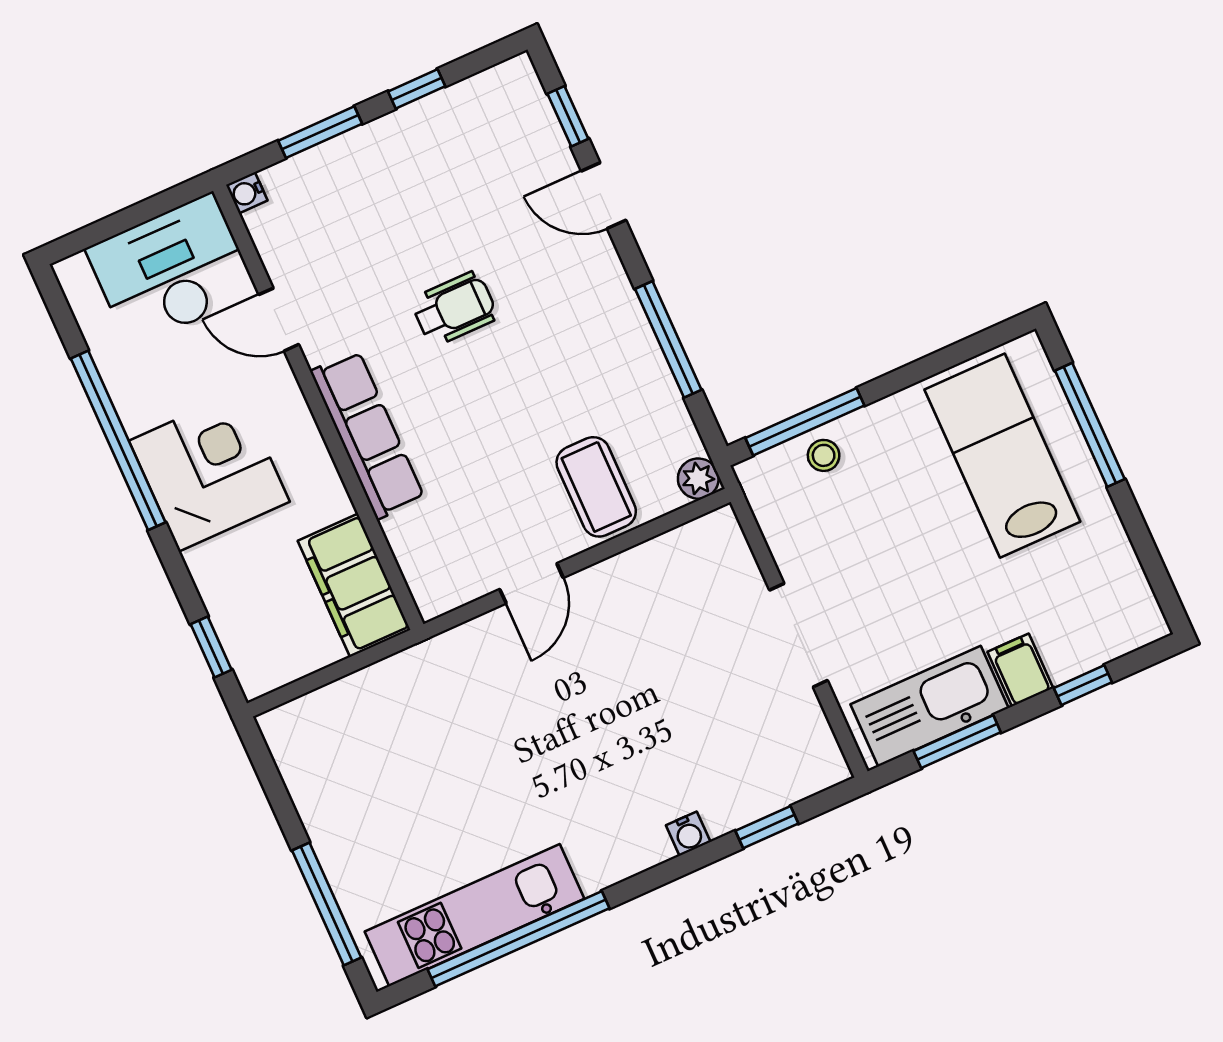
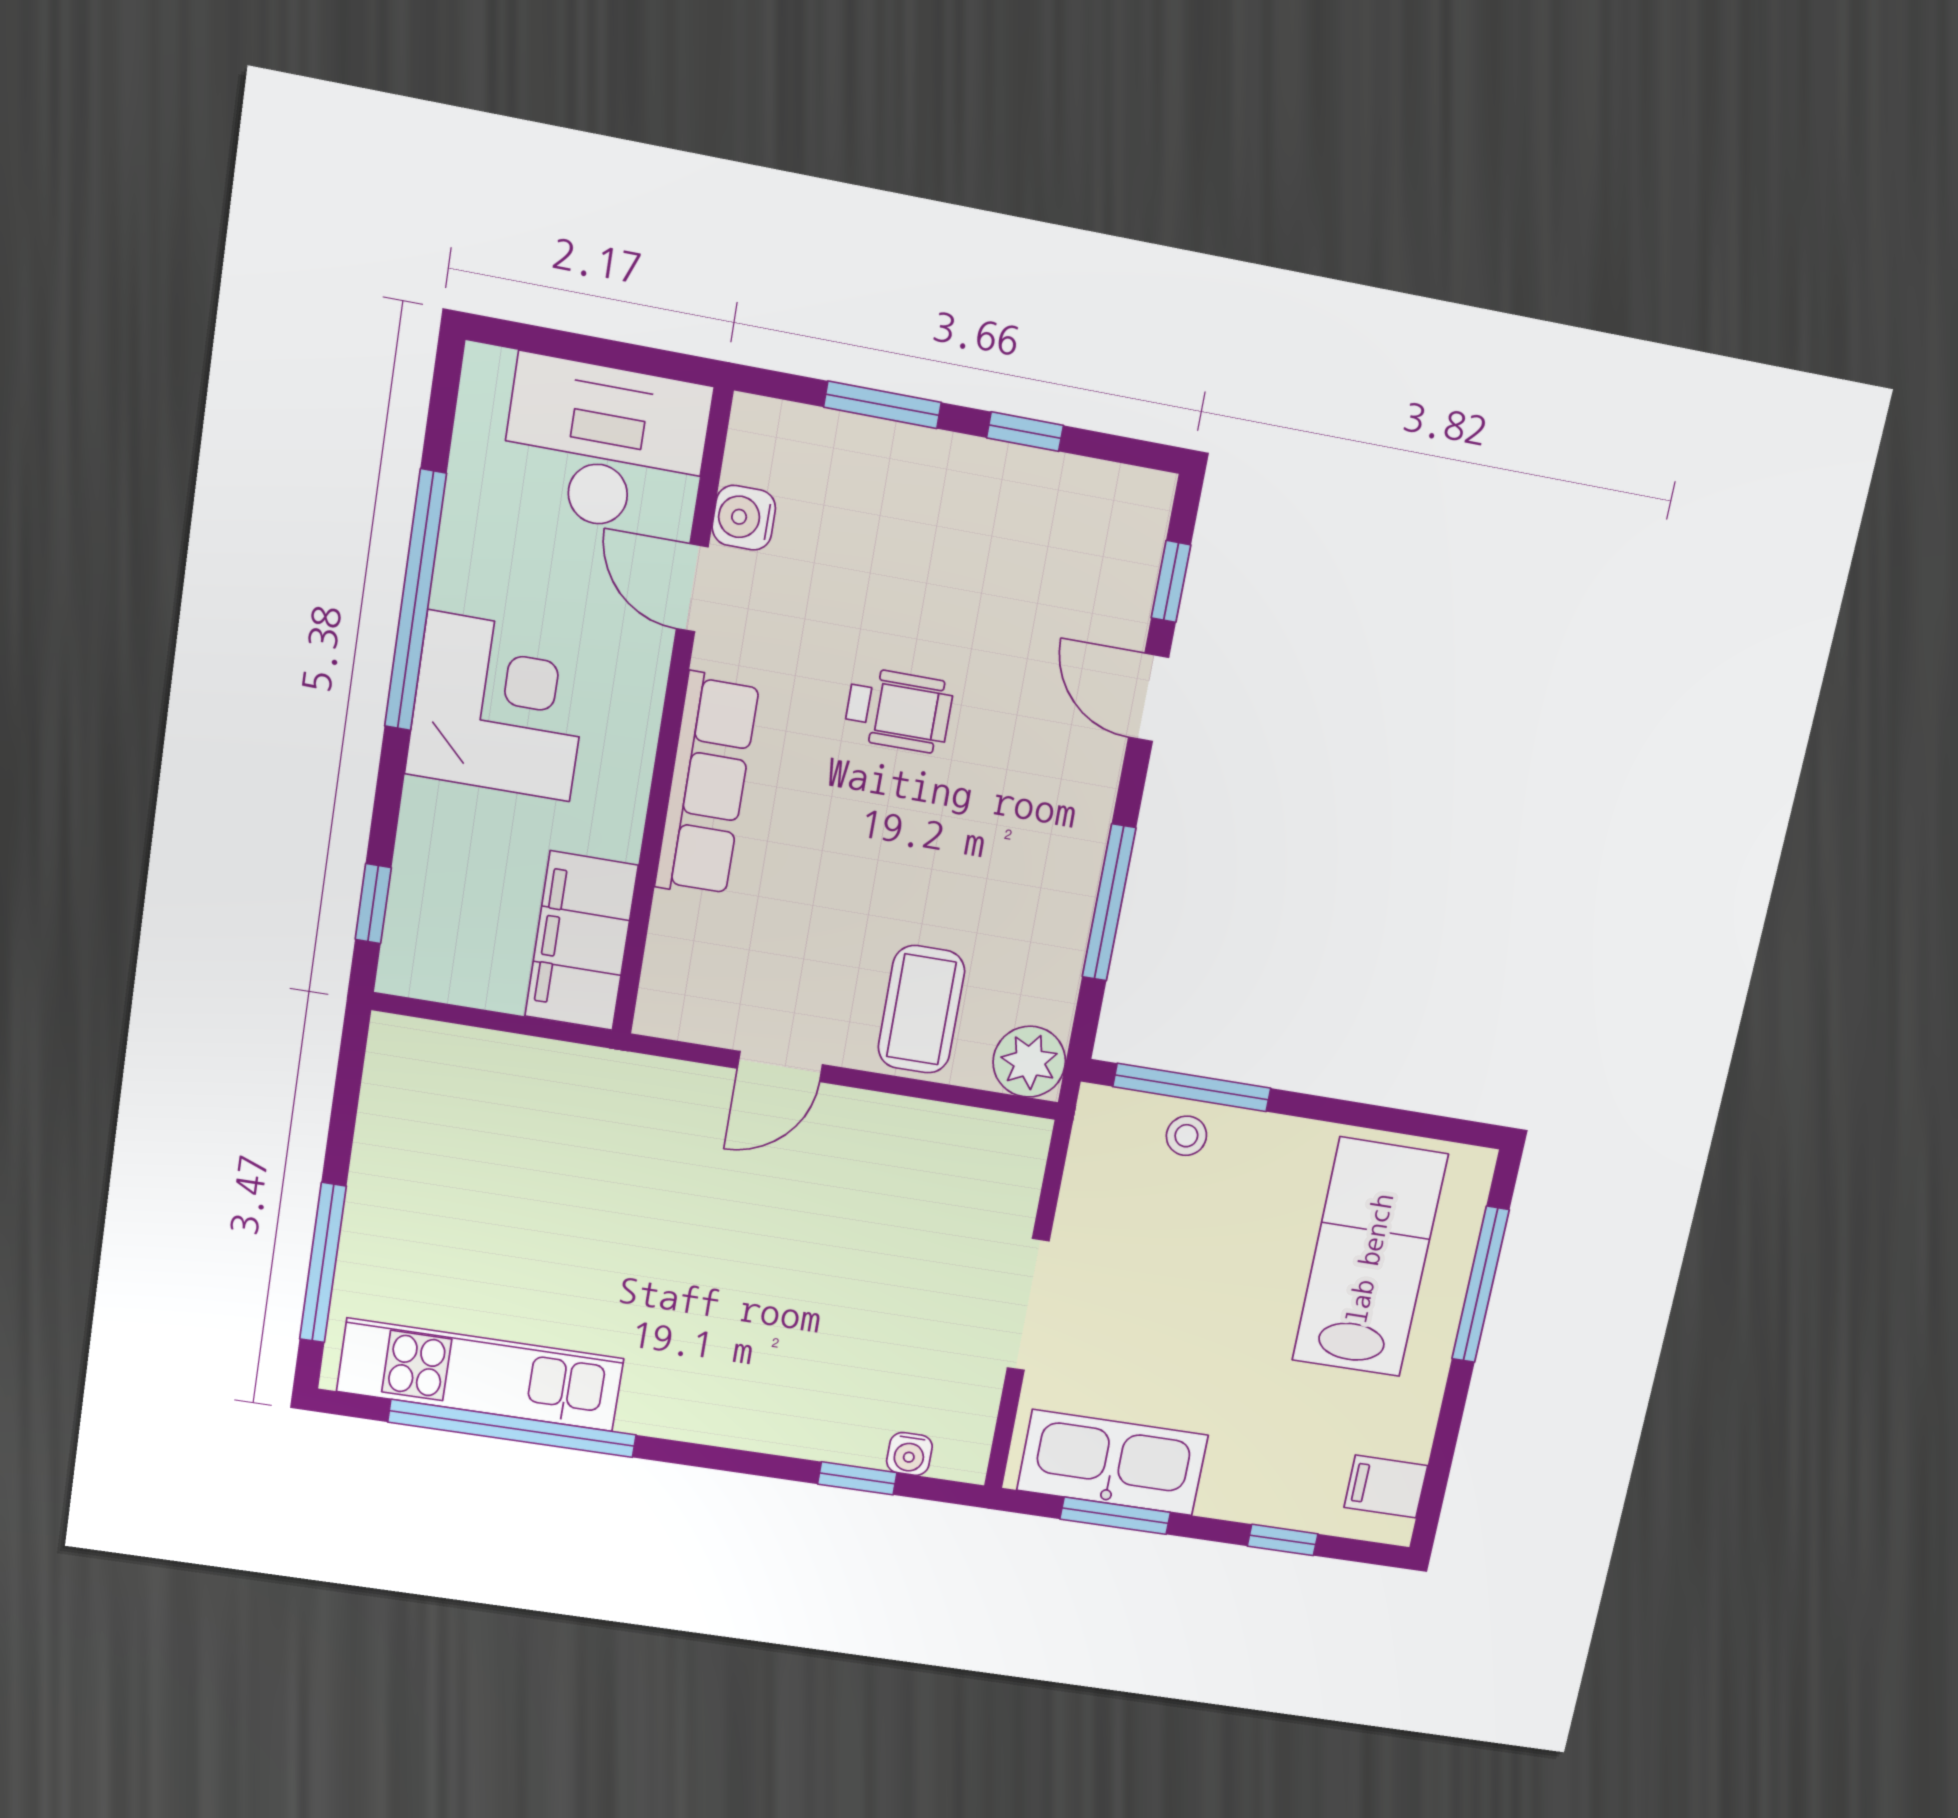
water cooler: (247, 193) -> (744, 518), moved, width x1.38, depth x1.38
plant: (698, 479) -> (1029, 1062), width x1.38, depth x1.38
filing cabinet: (1020, 670) -> (1386, 1486), moved, turned -90
water cooler: (688, 834) -> (909, 1454), moved

